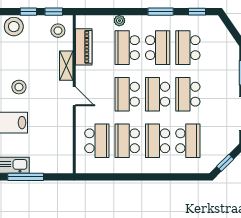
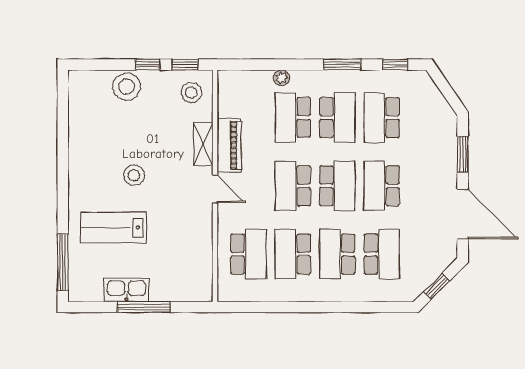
piano: (84, 47) -> (229, 145), moved
school desk: (158, 94) -> (337, 186), turned 180

